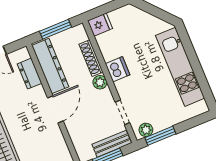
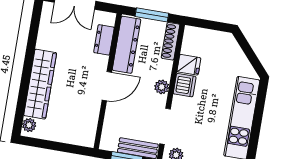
fridge: (100, 25) -> (189, 65), moved
shoe rack: (91, 58) -> (171, 41), moved
doorway: (122, 112) -> (165, 126), width x1.38

